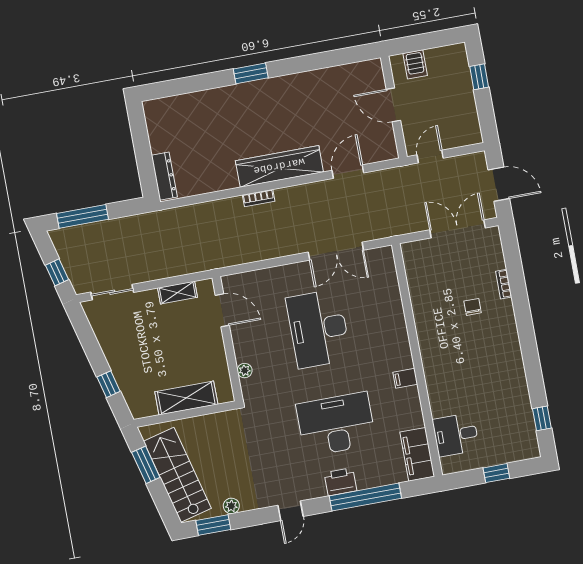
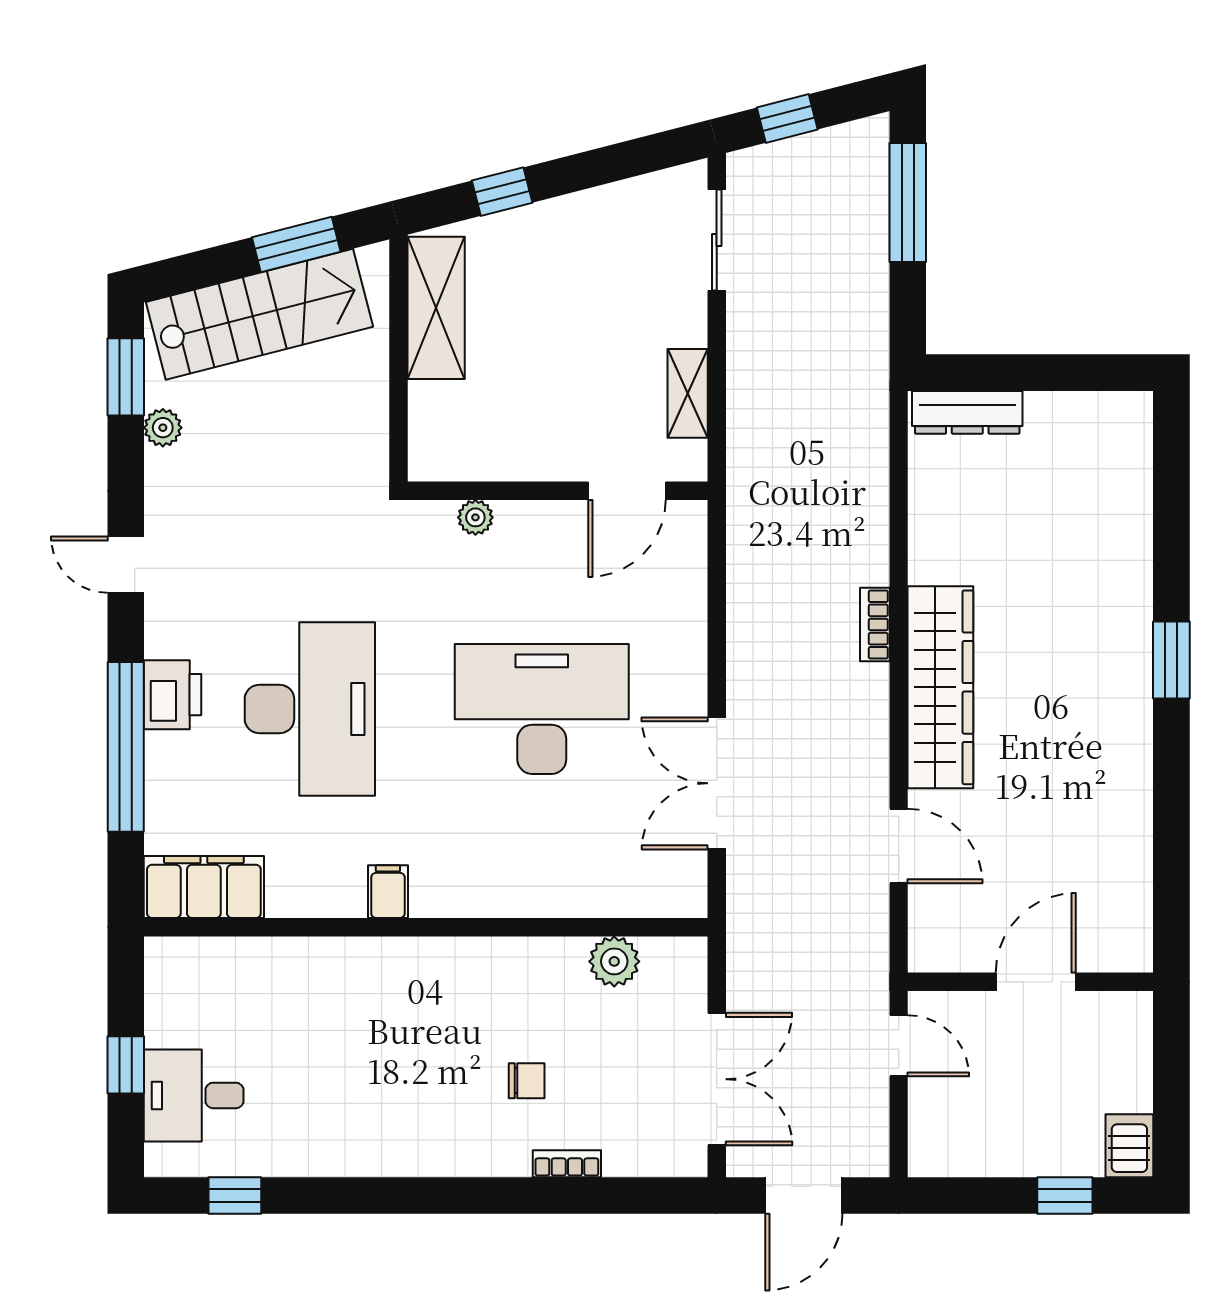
server rack: (415, 64) -> (1129, 1146), moved, turned 90
plant: (417, 280) -> (614, 961), added
shelving: (186, 398) -> (436, 308), moved
desk: (456, 435) -> (194, 1095), moved, turned -90

